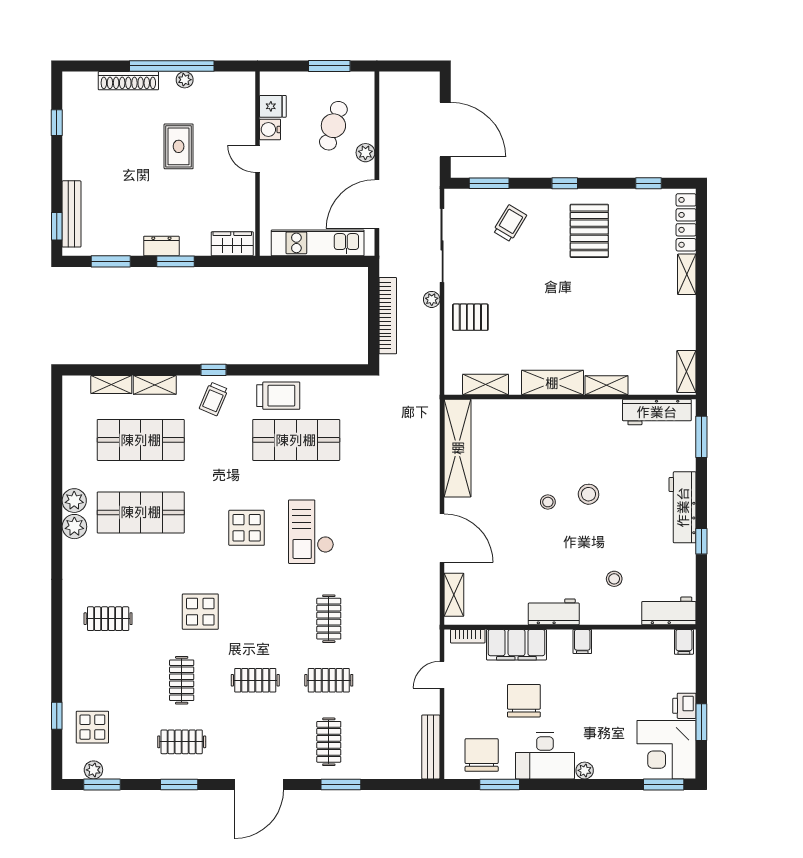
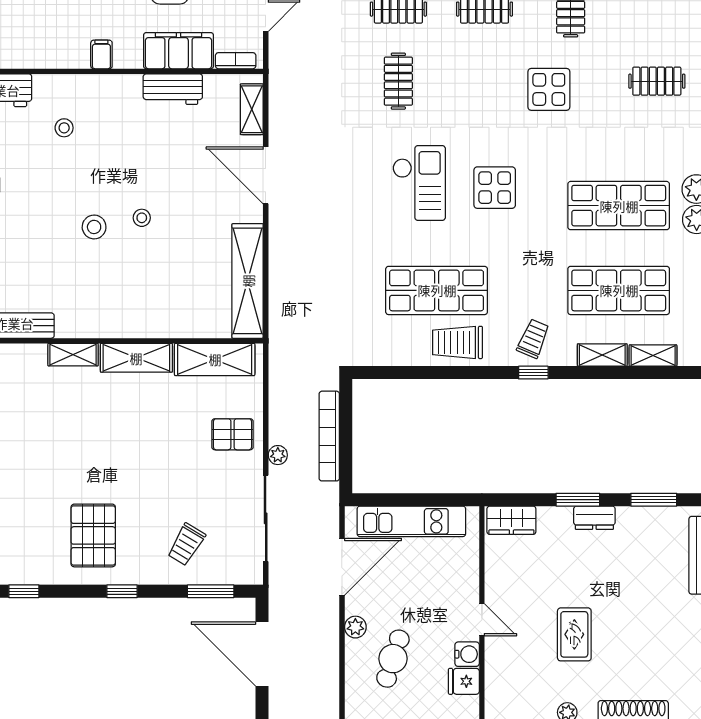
shelving: (486, 385) -> (215, 359), width x1.50, depth x1.33
workbench: (554, 612) -> (173, 89), moved

